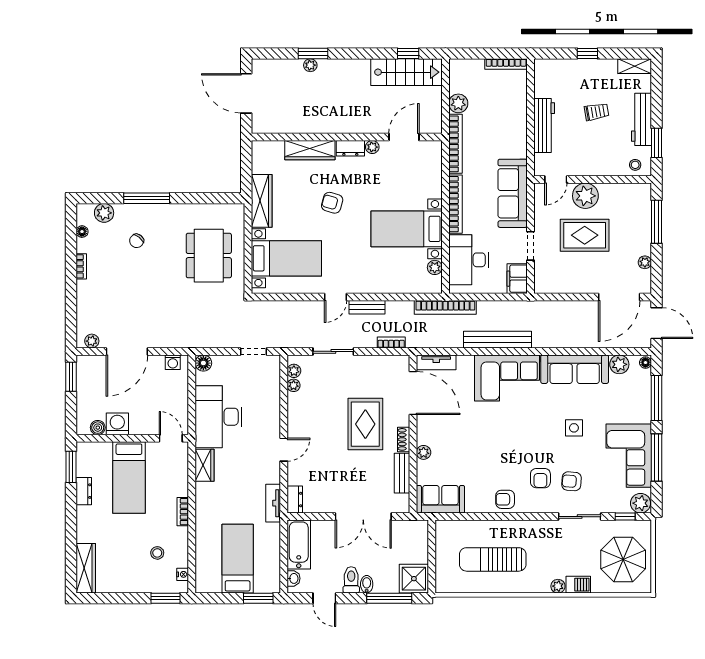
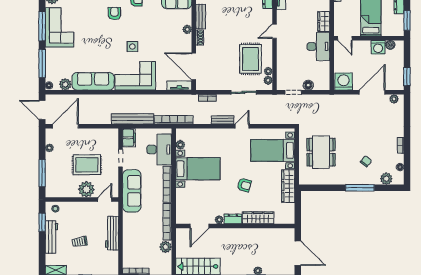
bench: (498, 340) -> (133, 119), moved
washing machine: (173, 362) -> (344, 82), width x1.89, depth x1.89
floor lamp: (203, 363) -> (308, 85), moved
desk: (218, 417) -> (318, 47), width x0.73, depth x0.77
rug: (365, 424) -> (250, 59), moved
side table: (574, 428) -> (132, 47), moved
armchair: (572, 481) -> (95, 11), removed

